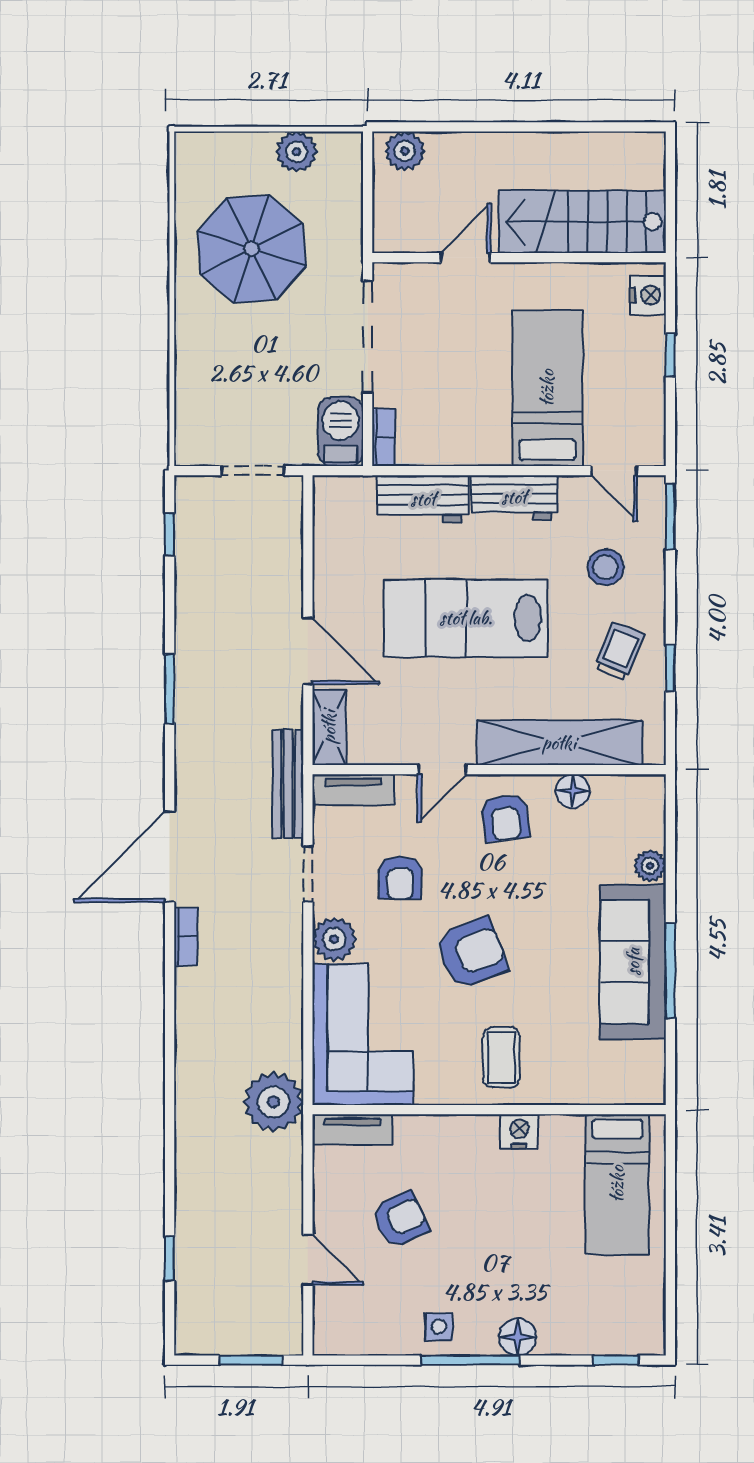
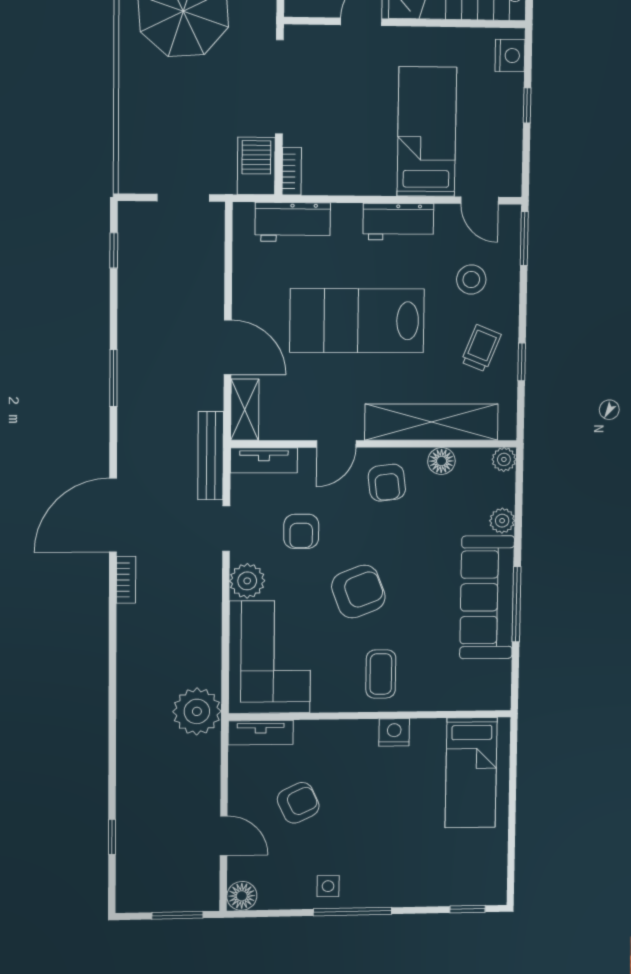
workbench: (423, 499) -> (293, 222), moved
plant: (651, 789) -> (504, 459), added
floor lamp: (518, 1337) -> (242, 896), moved

